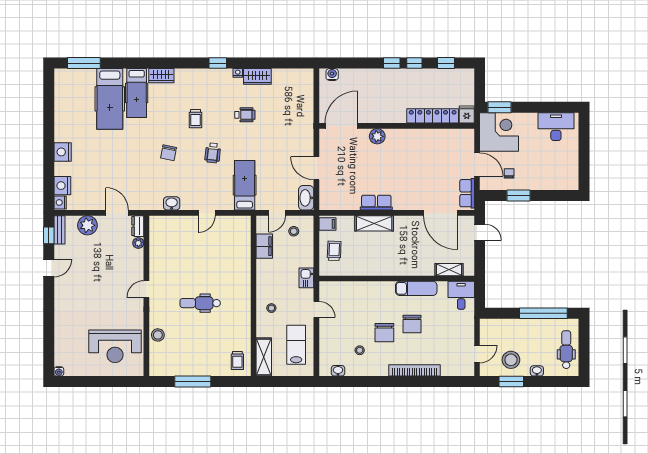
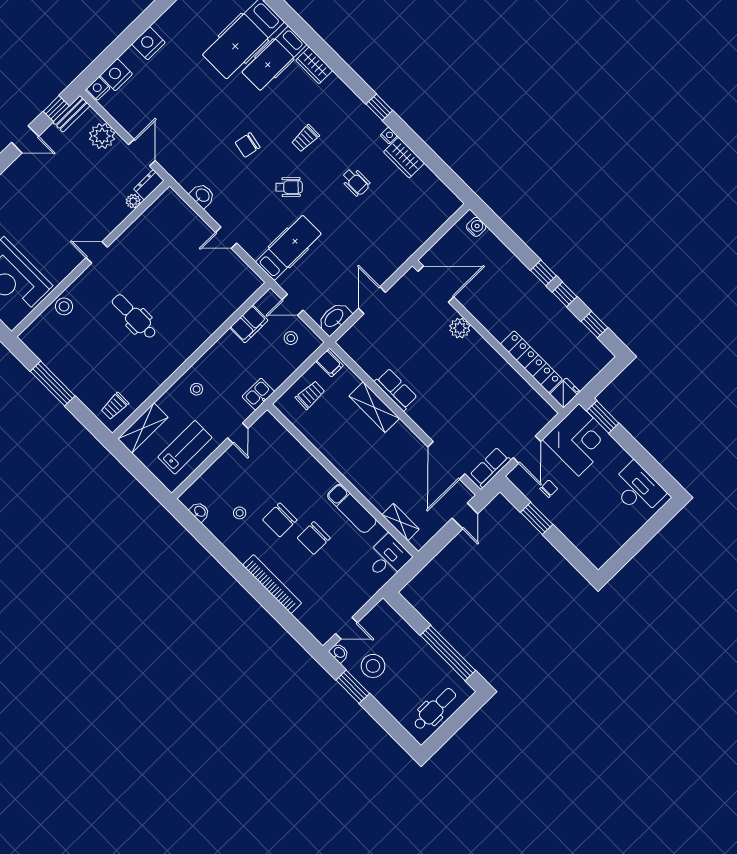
wheelchair: (213, 153) -> (289, 187), turned -142
washbasin: (537, 371) -> (339, 653), moved

